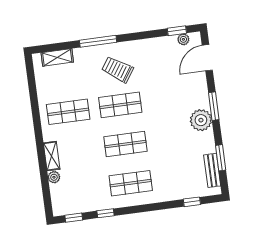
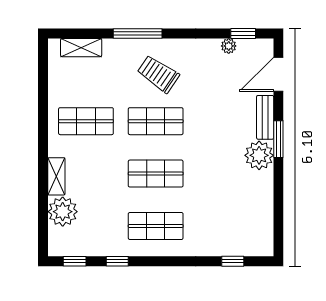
plant: (183, 39) -> (229, 46), moved
window: (221, 158) -> (278, 208), removed
bench: (212, 170) -> (265, 117), moved
plant: (54, 177) -> (63, 212), width x1.88, depth x1.88

